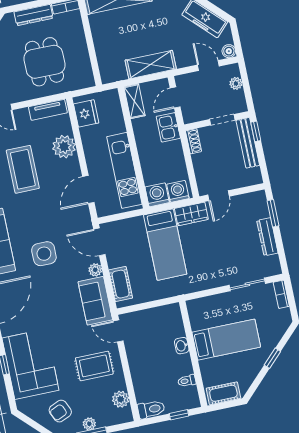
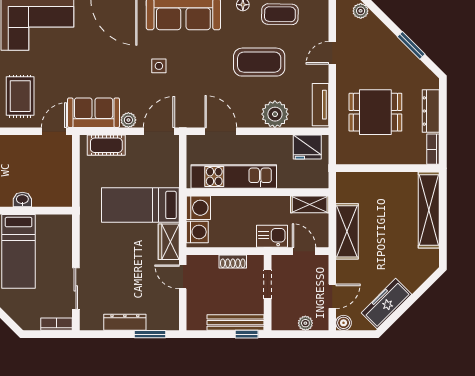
doorway: (222, 120) -> (268, 284), moved
shoe rack: (193, 141) -> (233, 262), moved
side table: (44, 254) -> (159, 66), width x0.54, depth x0.54

